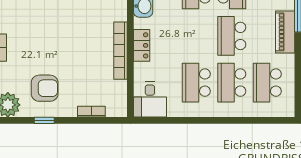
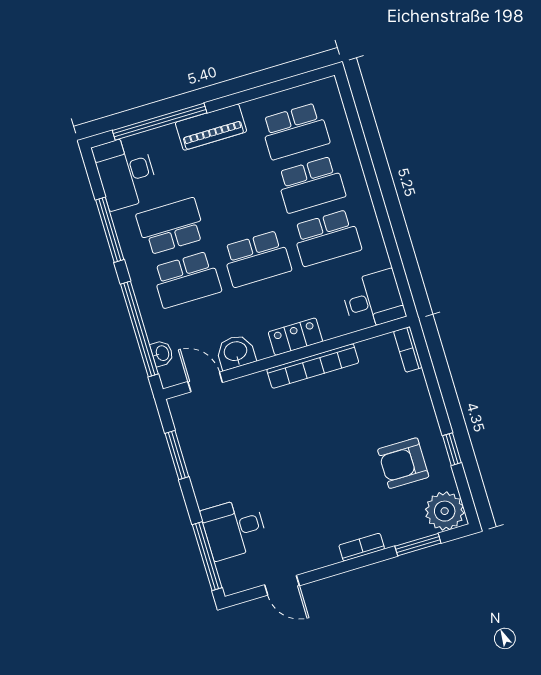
school desk: (232, 36) -> (257, 259), moved
armchair: (45, 88) -> (403, 463), turned -90
bookcase: (91, 112) -> (408, 349), moved

